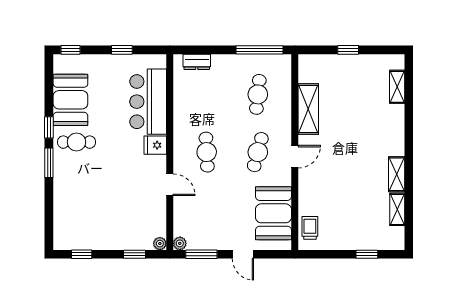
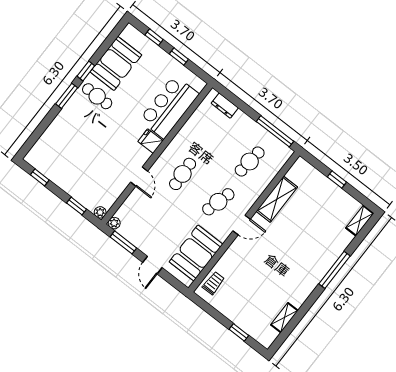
window: (71, 50) -> (154, 37), moved
shelving: (397, 87) -> (360, 221), moved
window: (409, 132) -> (334, 270), added
shelving: (397, 174) -> (303, 293), removed

